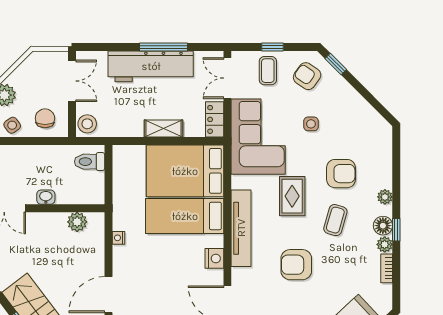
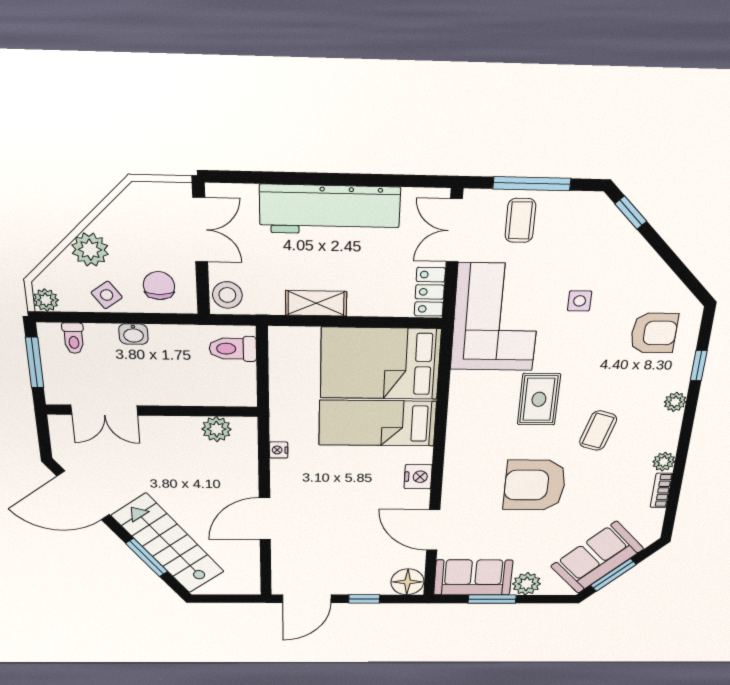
window: (163, 47) -> (352, 180), removed
window: (273, 47) -> (532, 184), width x2.17
armchair: (307, 76) -> (582, 230), removed
shelving: (163, 129) -> (316, 303), moved
armchair: (341, 174) -> (654, 333), moved
washbasin: (46, 197) -> (133, 334), moved, turned 180
floor lamp: (383, 226) -> (666, 438), removed
tv unit: (241, 228) -> (460, 440), removed
window: (396, 230) -> (699, 365), moved
armchair: (296, 265) -> (535, 485), width x1.36, depth x1.36

